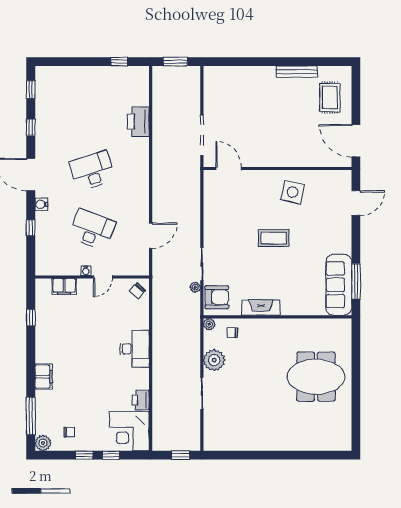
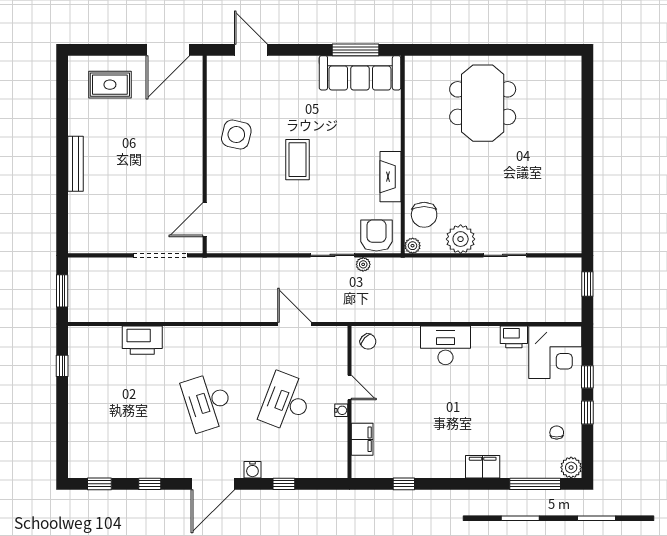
bench: (297, 72) -> (75, 164), moved
chair: (232, 333) -> (424, 215), width x1.87, depth x1.87

